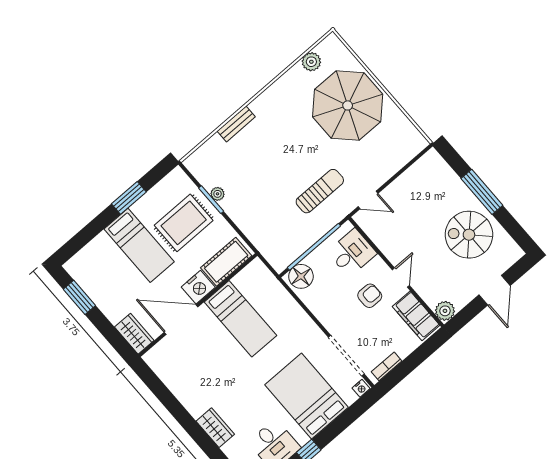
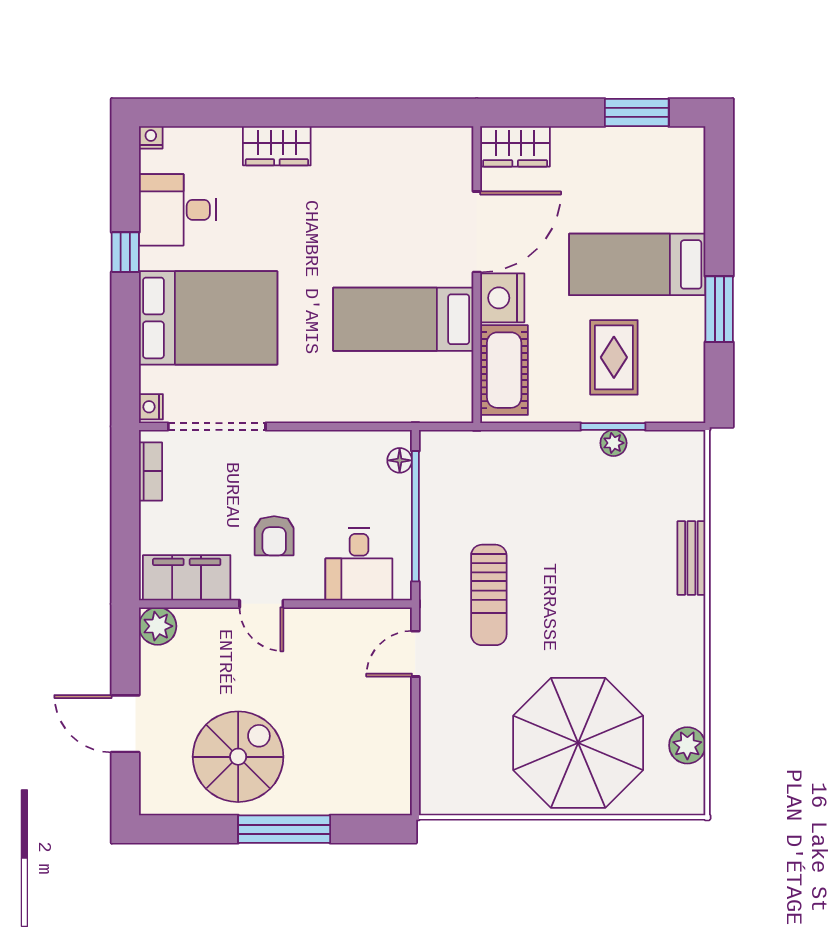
rug: (184, 223) -> (614, 357), width x0.73, depth x0.70
floor lamp: (301, 276) -> (400, 460), width x0.53, depth x0.53

